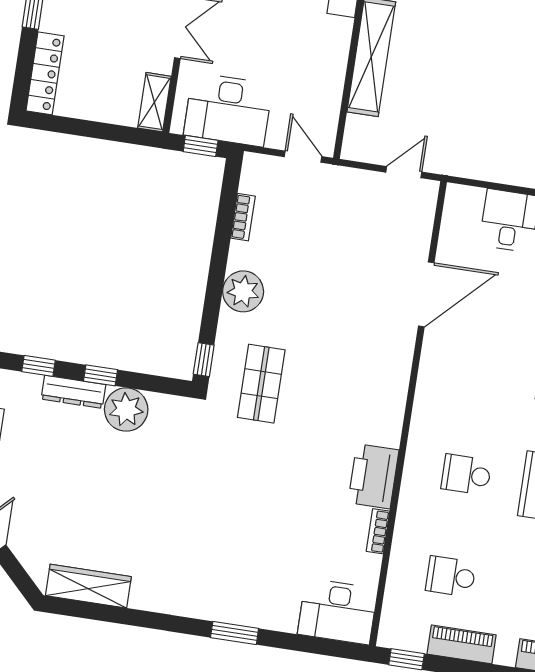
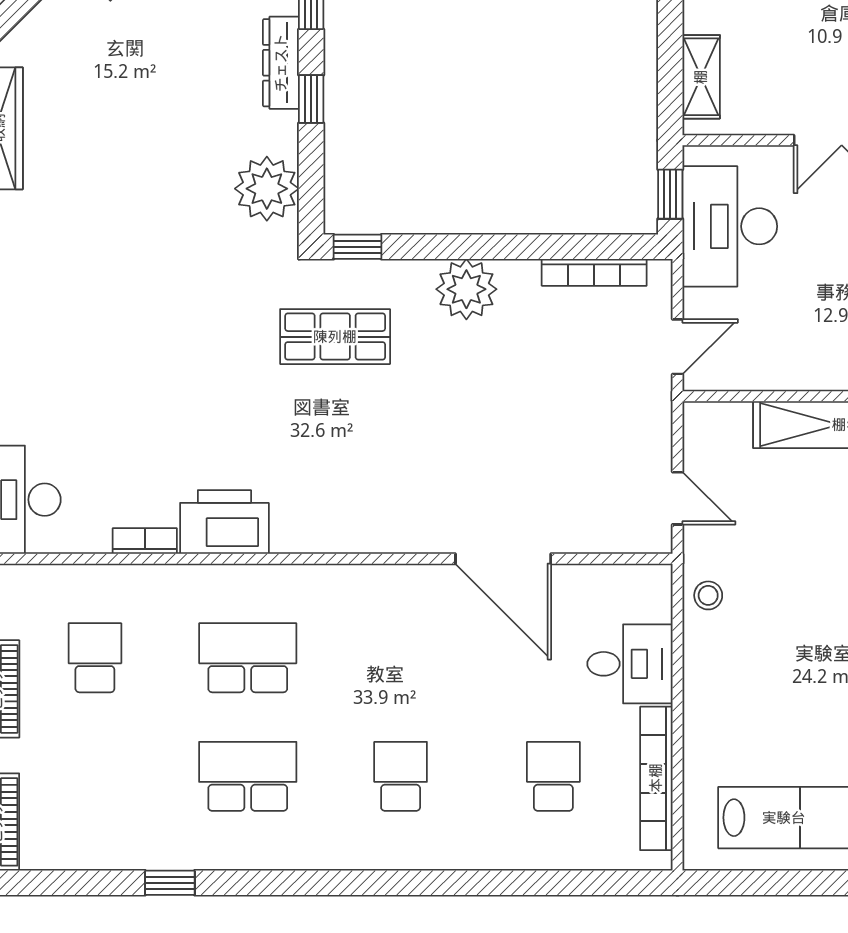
shelving: (154, 102) -> (701, 77), moved, turned 90
stool: (472, 162) -> (708, 595), added
bookcase: (243, 217) -> (594, 272), width x1.56
plant: (126, 410) -> (267, 189), moved
school desk: (466, 475) -> (248, 658), width x1.85

